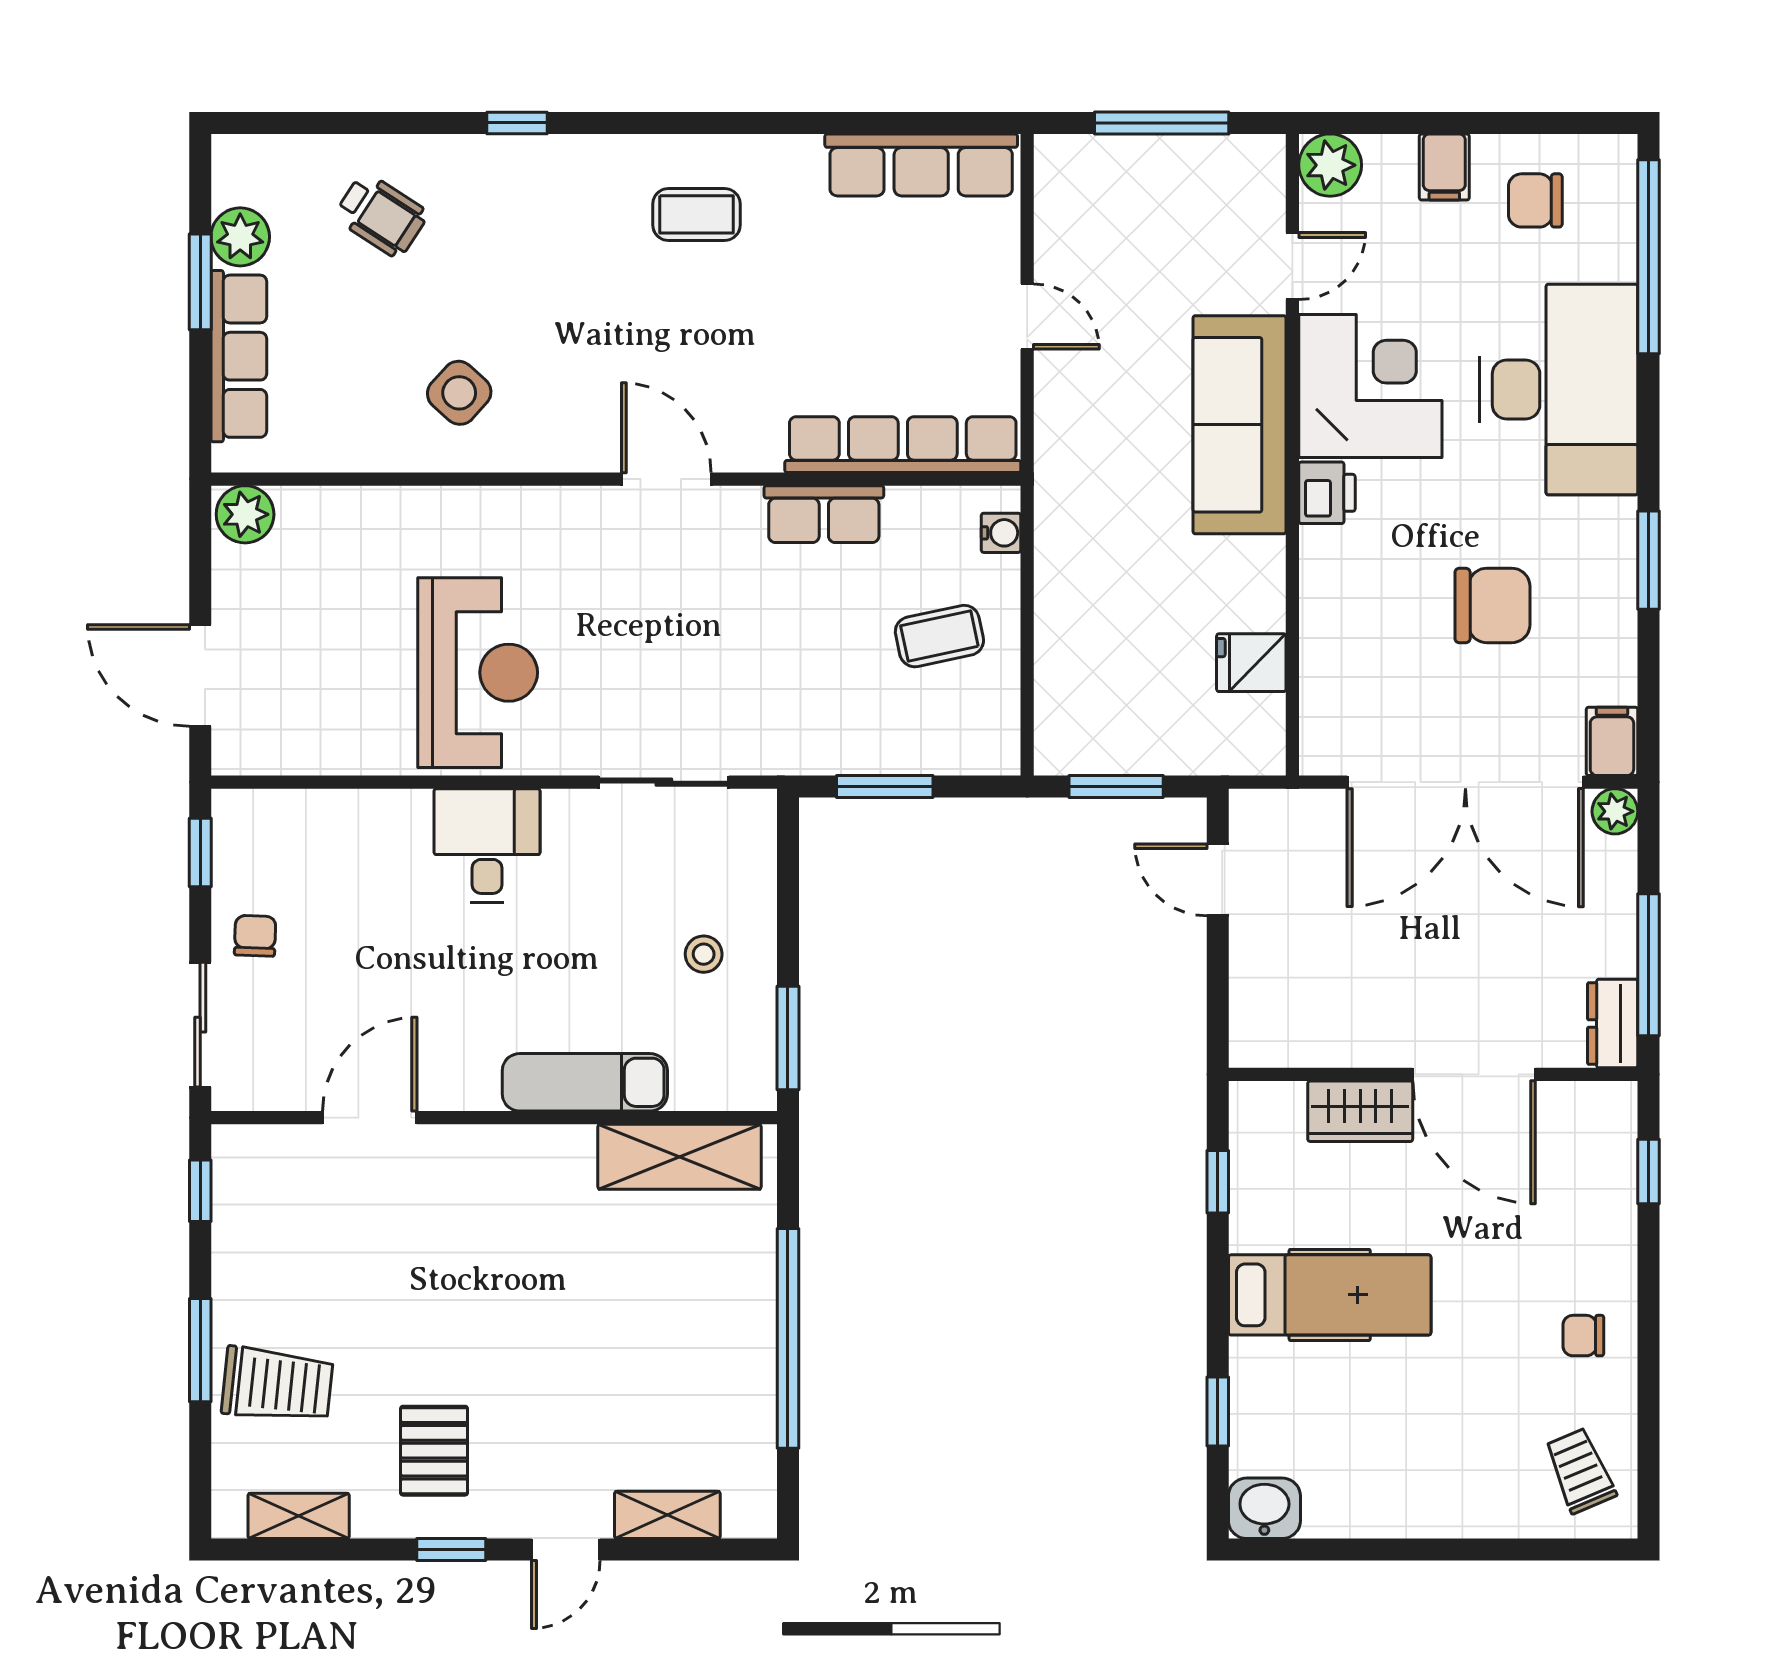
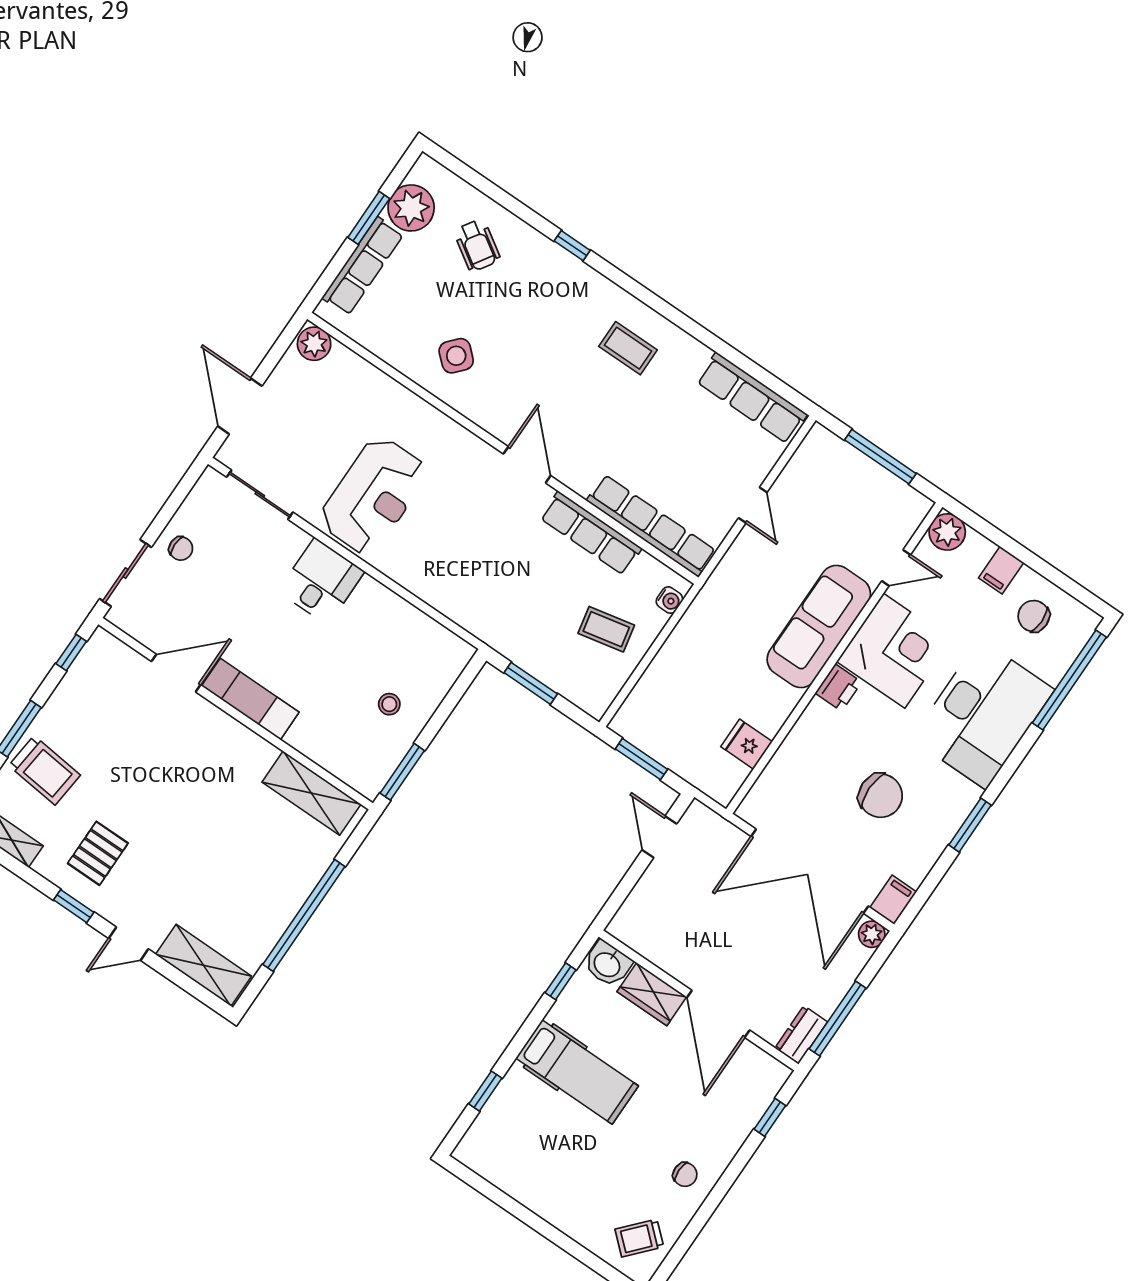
plant: (240, 237) -> (411, 208), width x1.36, depth x1.36
row of seats: (824, 514) -> (591, 533), width x1.48
sliding door: (664, 782) -> (260, 495), moved
window: (200, 852) -> (182, 491), removed
chair: (255, 936) -> (181, 549), turned 88
exam couch: (585, 1082) -> (250, 699), moved
chair: (1583, 1336) -> (685, 1174), turned 180
trolley: (1580, 1471) -> (639, 1238), turned -115
washbasin: (1264, 1508) -> (608, 964), moved, turned 180
shelving: (667, 1515) -> (204, 965), width x1.50, depth x1.33

